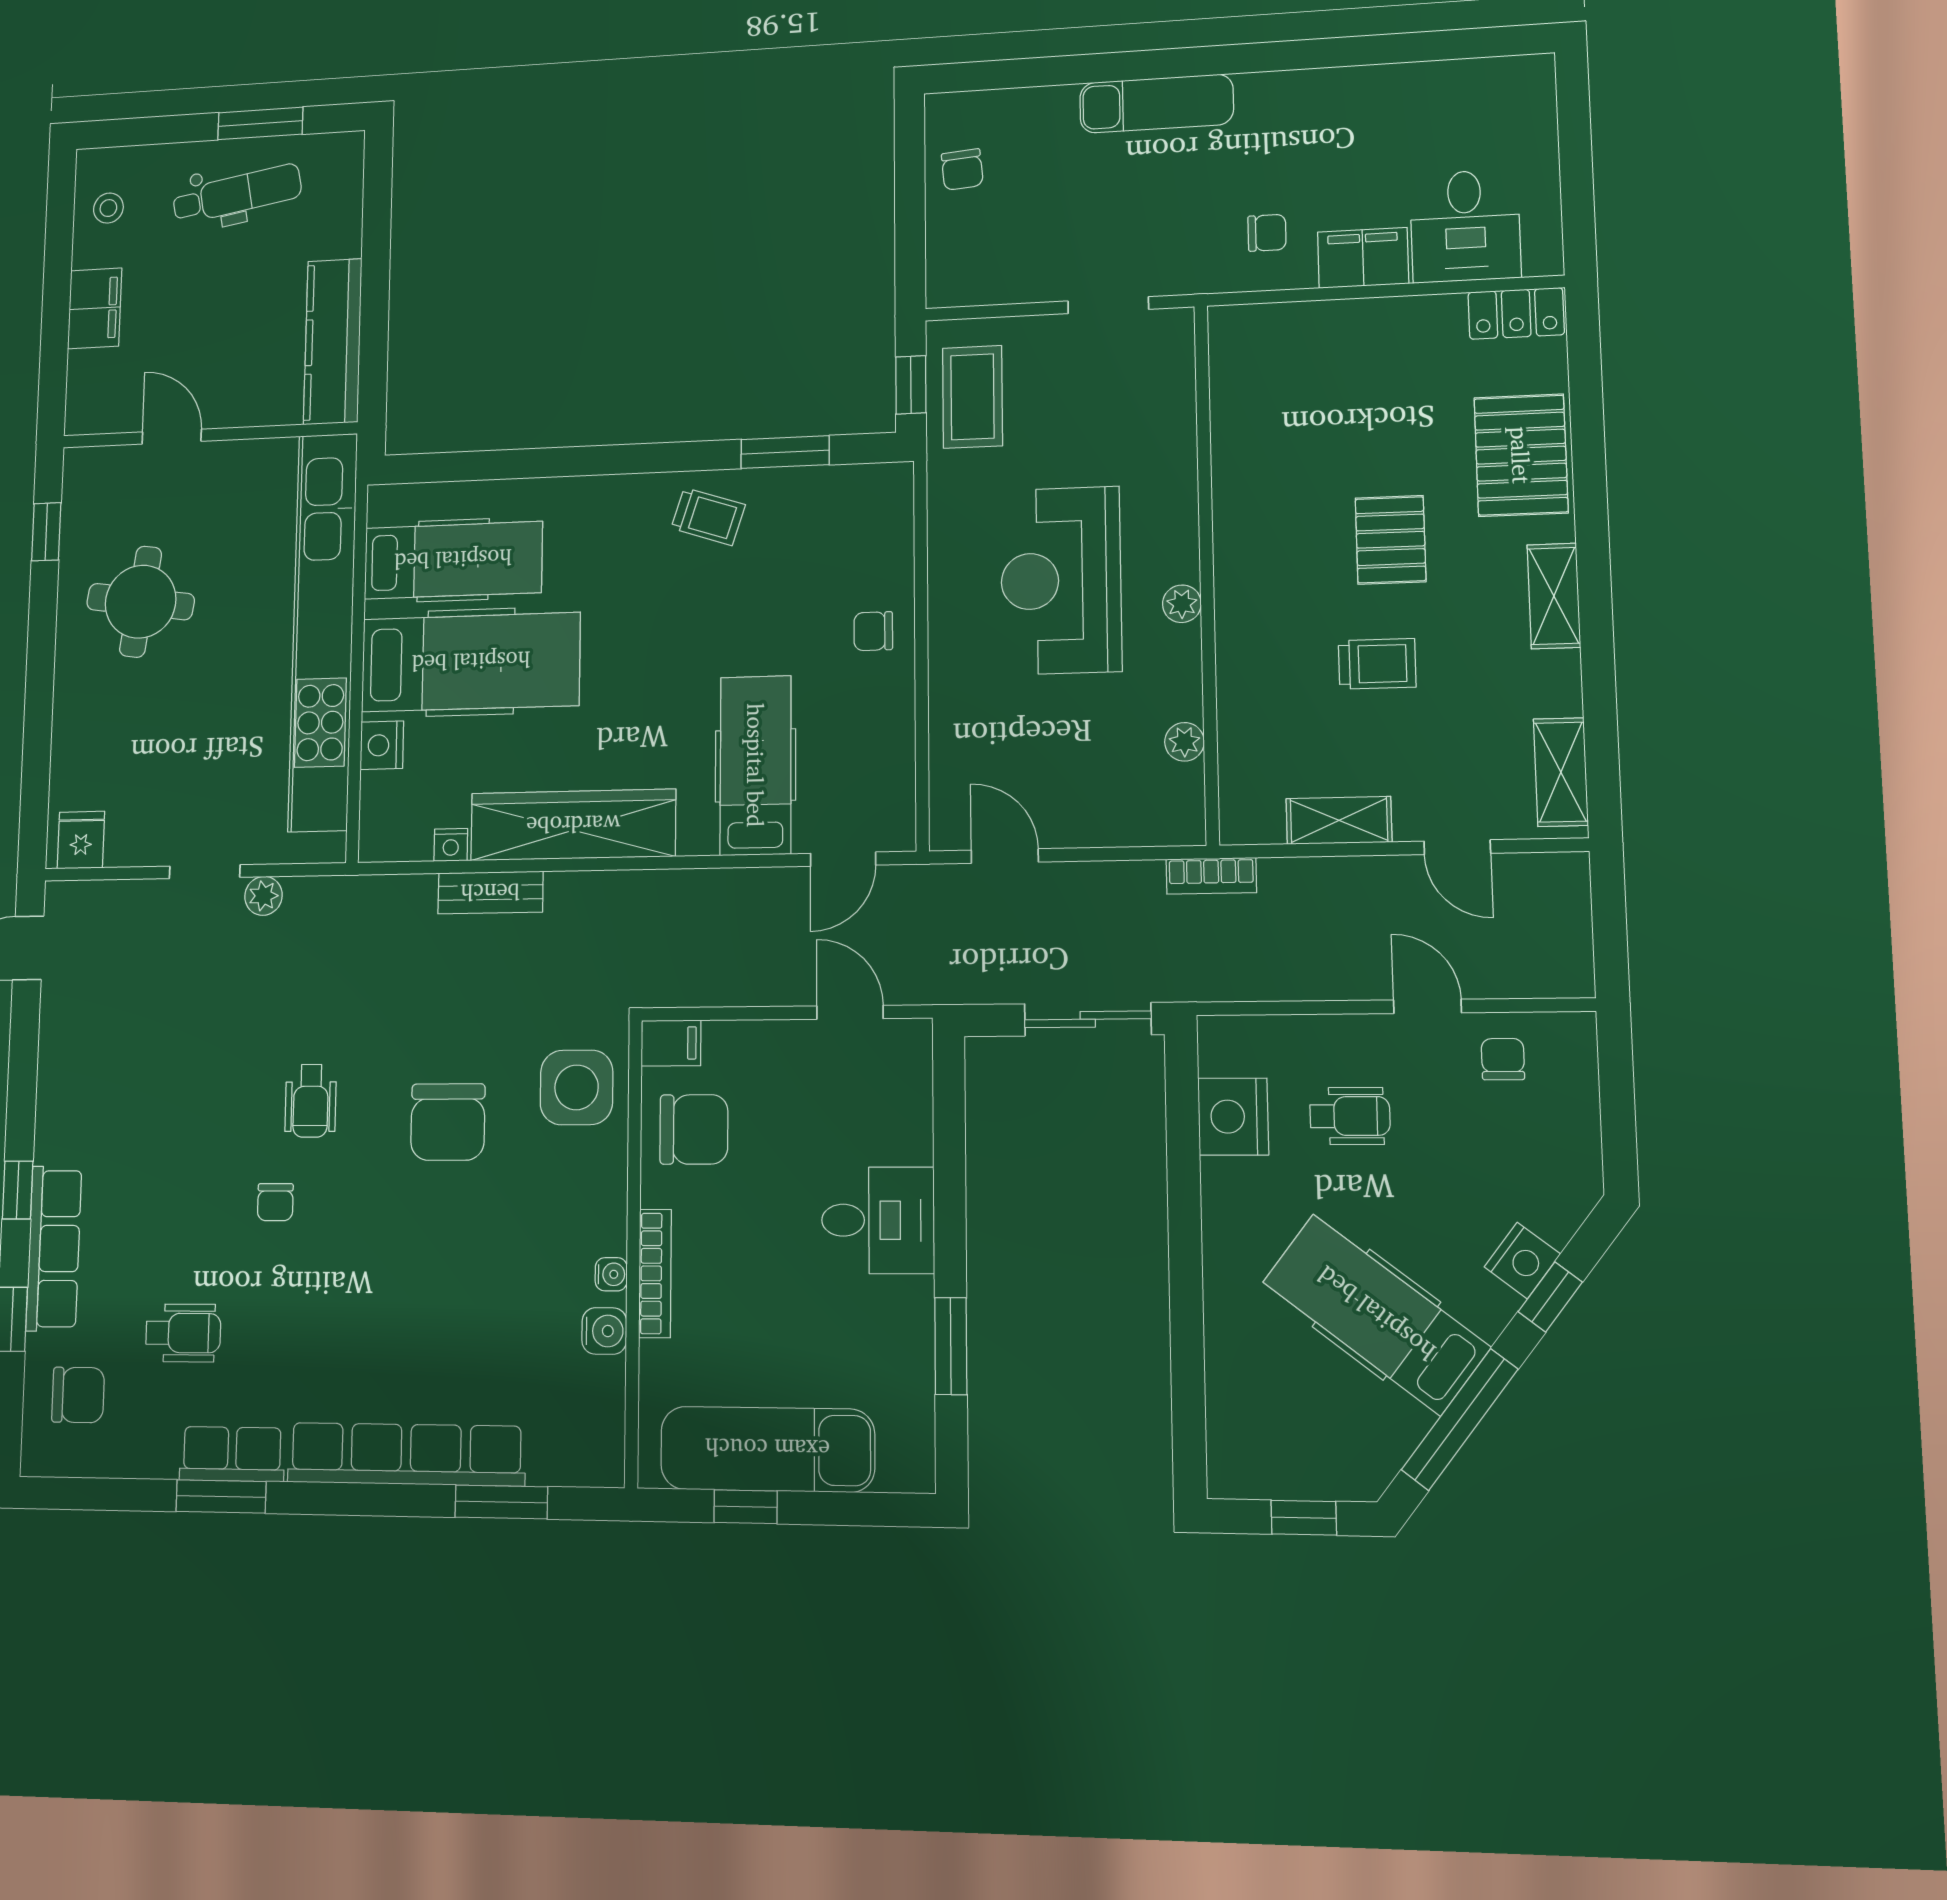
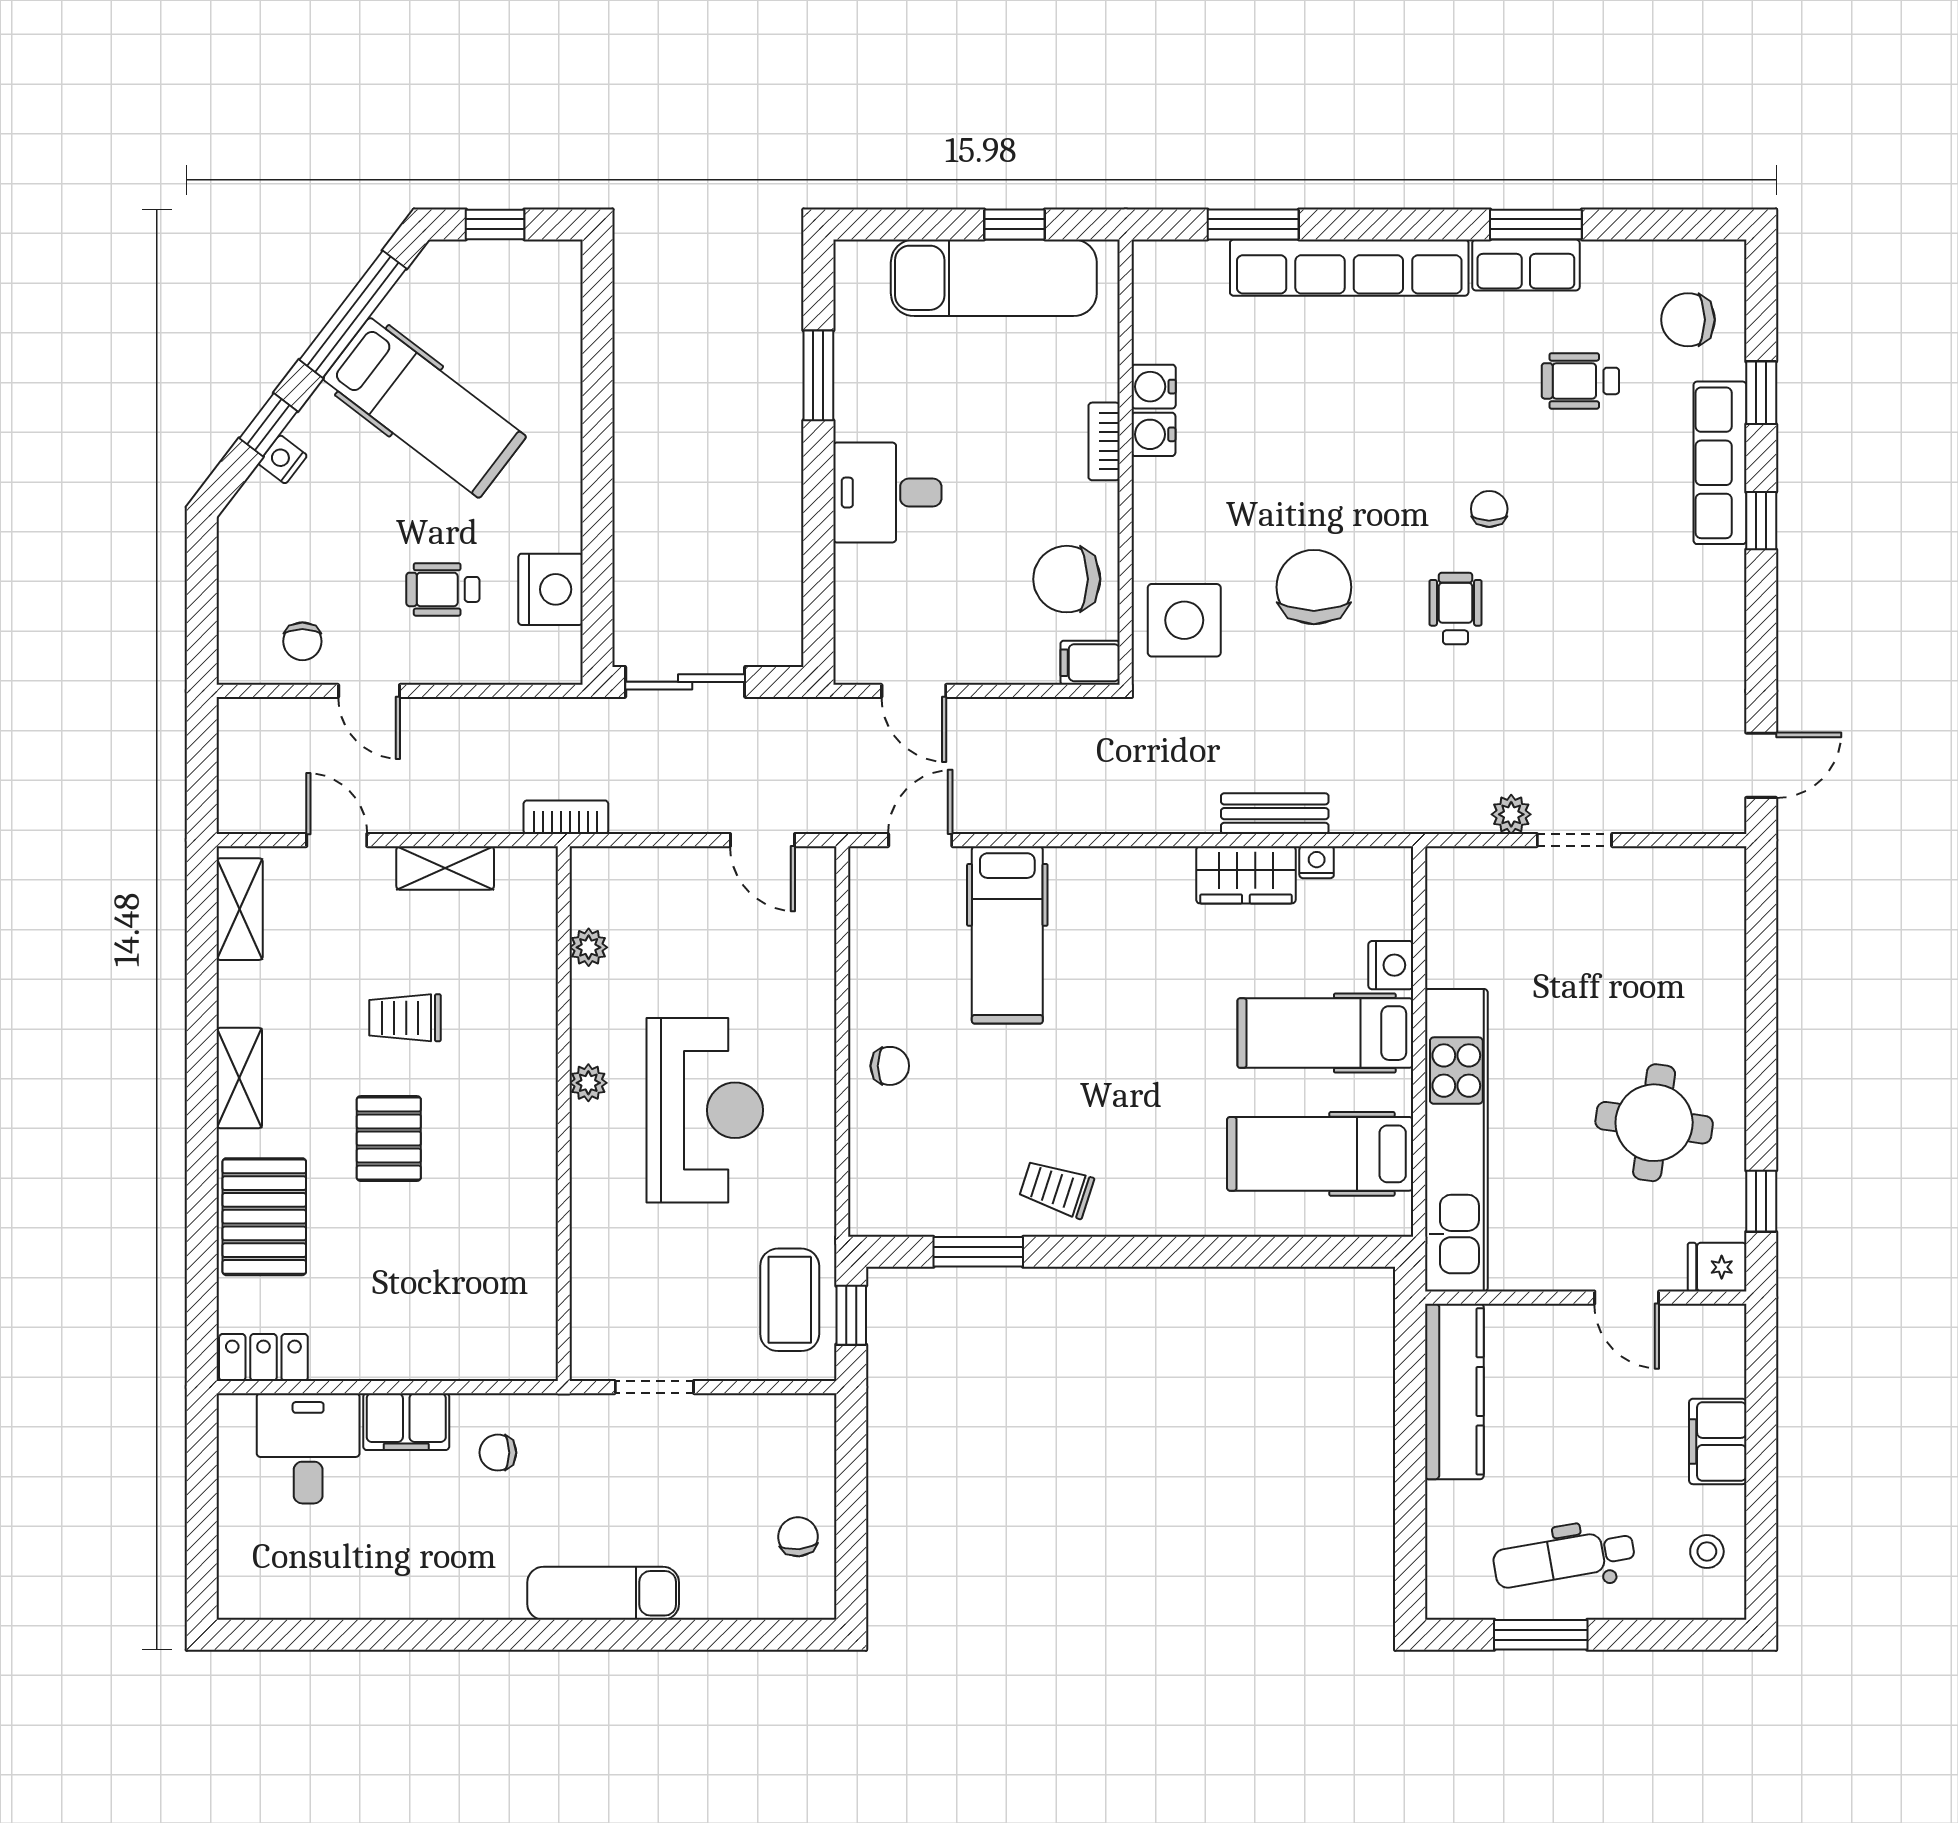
kitchen unit: (323, 631) -> (1456, 1140), width x0.73
hospital bed: (471, 662) -> (1325, 1033), width x0.73, depth x0.78
wardrobe: (573, 825) -> (1246, 875), width x0.48, depth x0.85
fridge: (81, 840) -> (1717, 1267), moved, turned 90
nightstand: (1522, 1260) -> (283, 459), width x0.72, depth x0.74
bookcase: (655, 1273) -> (1104, 441), width x0.64
water cooler: (611, 1274) -> (1153, 434), width x1.38, depth x1.38

